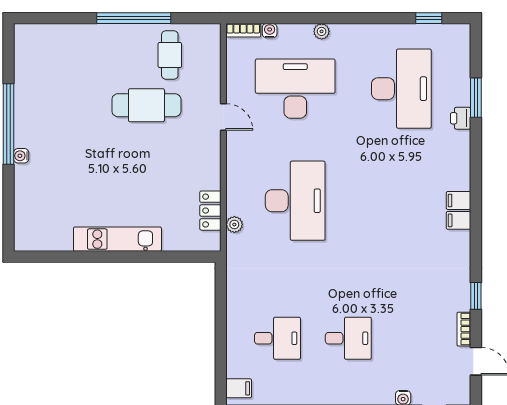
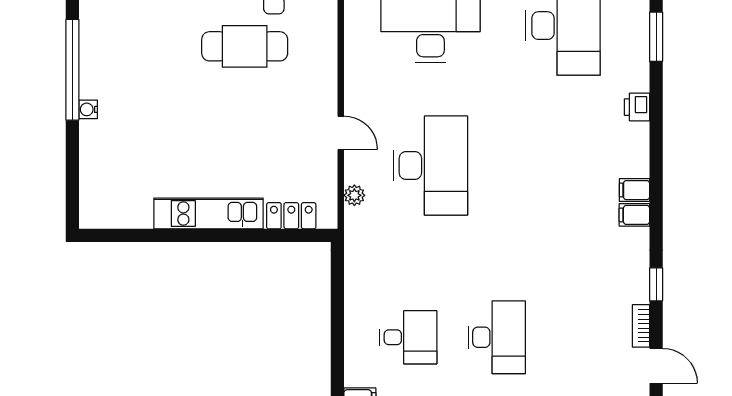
door: (223, 117) -> (341, 133), moved
printer: (461, 118) -> (637, 107), moved
filing cabinet: (459, 201) -> (634, 215), moved
locker: (210, 211) -> (291, 216), moved, turned 90
desk: (348, 338) -> (497, 337), width x1.37

